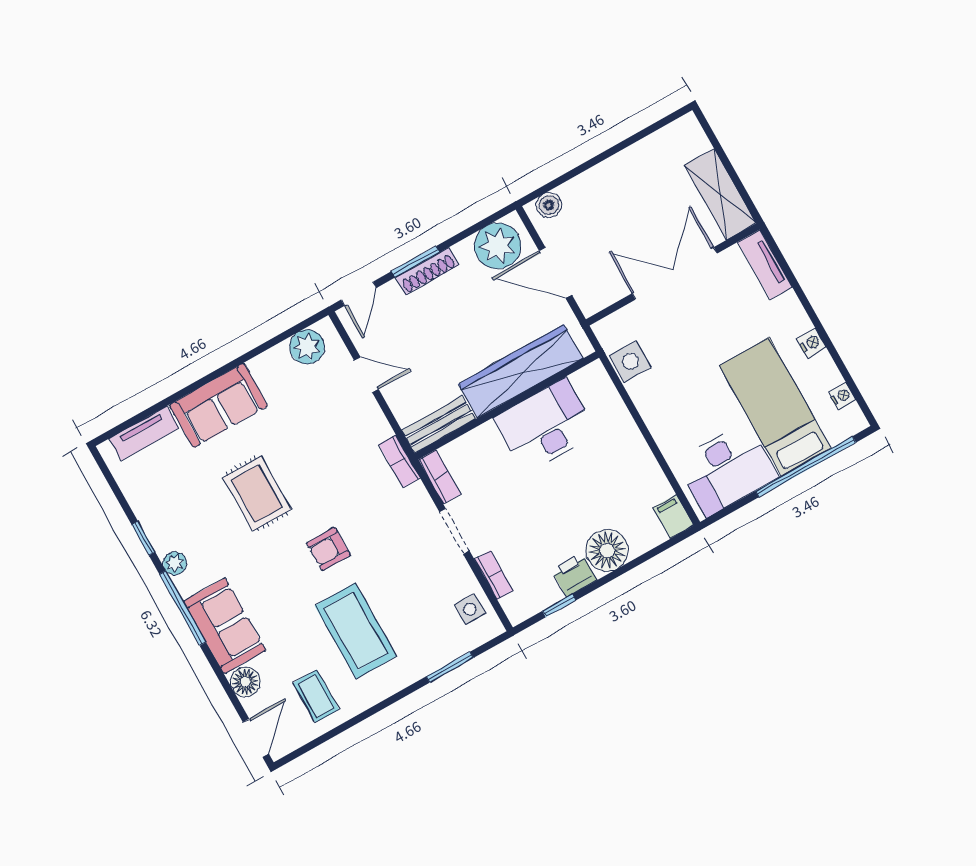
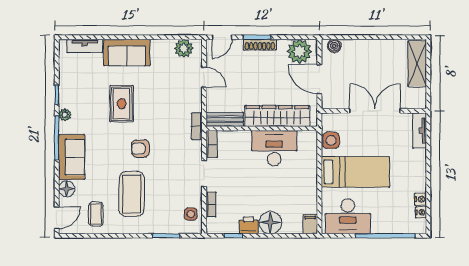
shelving: (720, 194) -> (417, 64), moved
nightstand: (811, 343) -> (421, 199), moved
bed: (775, 407) -> (355, 172), moved, turned 90

